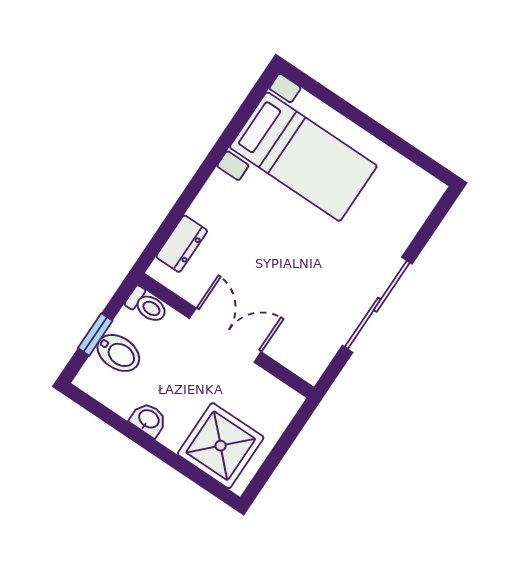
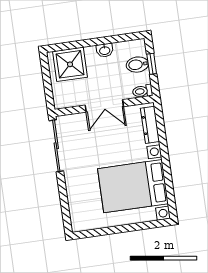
bed with nightstands: (303, 157) -> (133, 186), width x1.36
dresser: (182, 244) -> (150, 125), width x1.44
sliding door: (377, 305) -> (56, 146), moved

